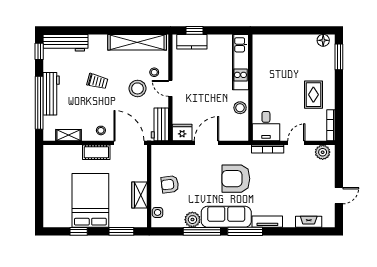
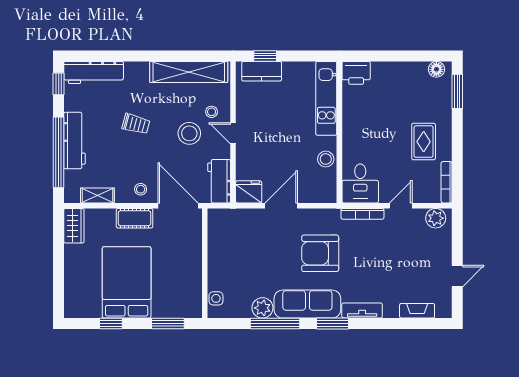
printer: (263, 43) -> (356, 73), added
armchair: (170, 184) -> (232, 261), removed
wardrobe: (140, 195) -> (74, 226), moved, turned 180
window: (245, 231) -> (333, 324), width x0.69

